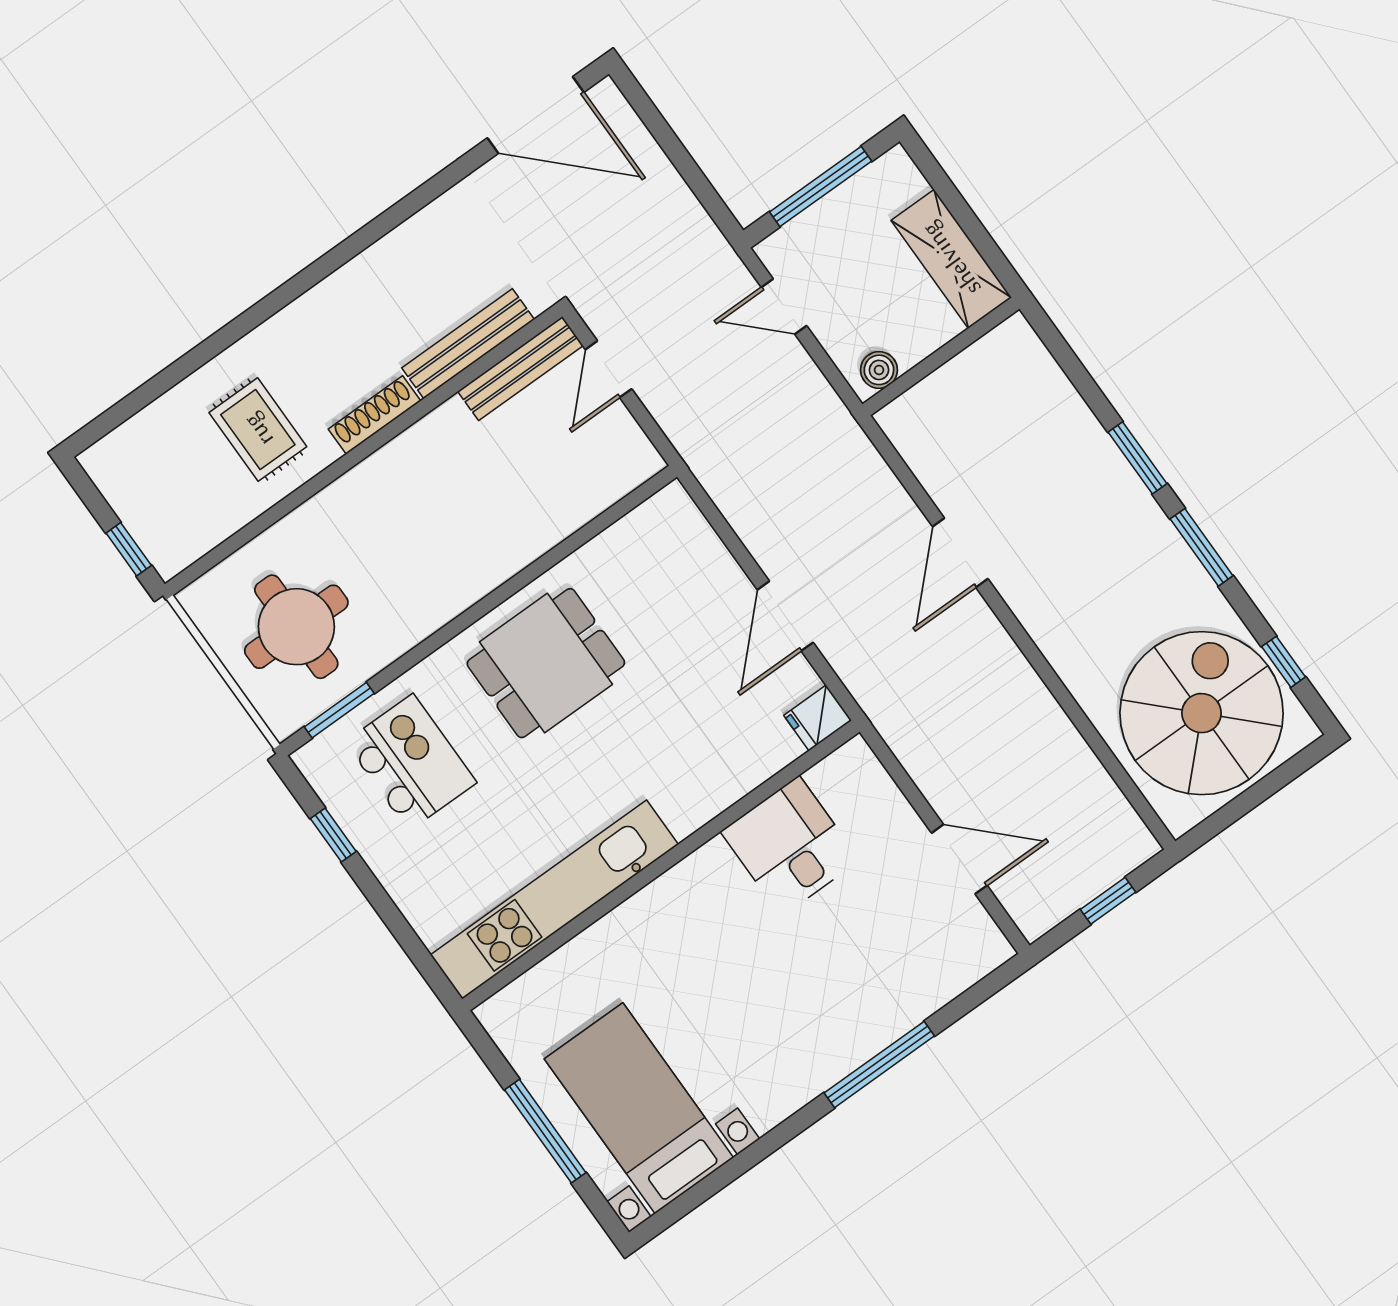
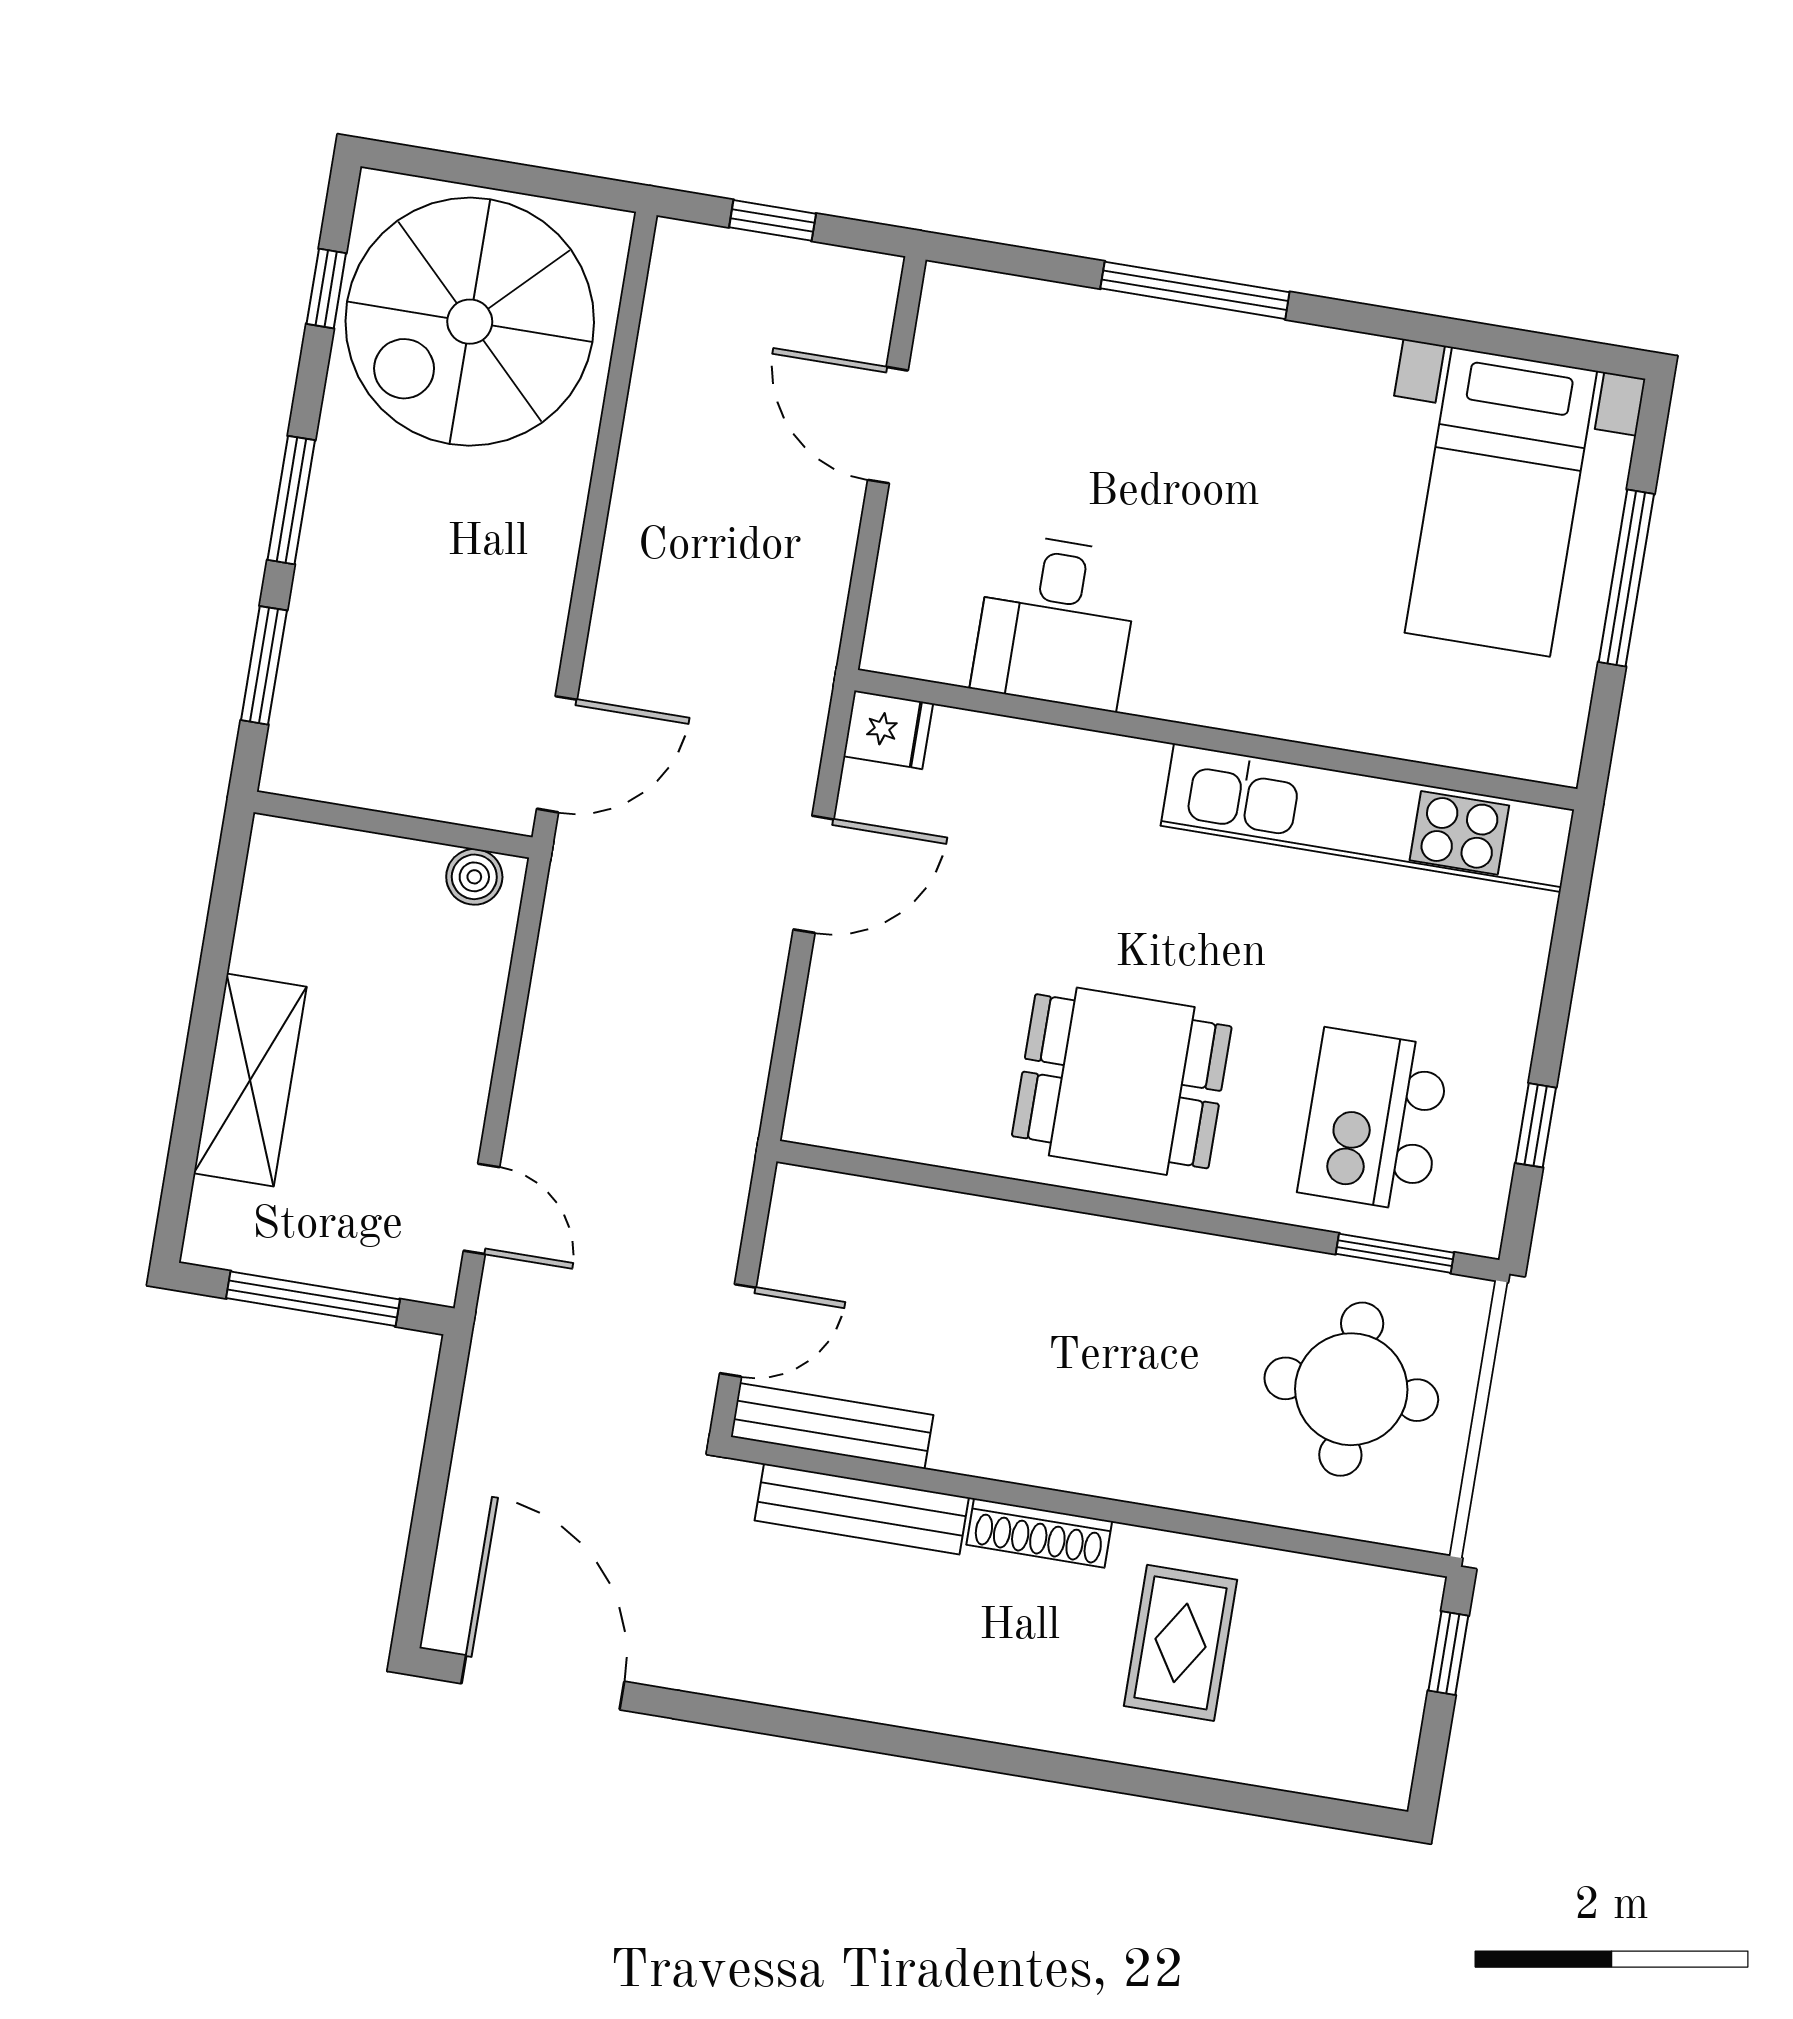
wall: (941, 356) -> (393, 825), moved
boiler: (879, 370) -> (474, 877), moved

